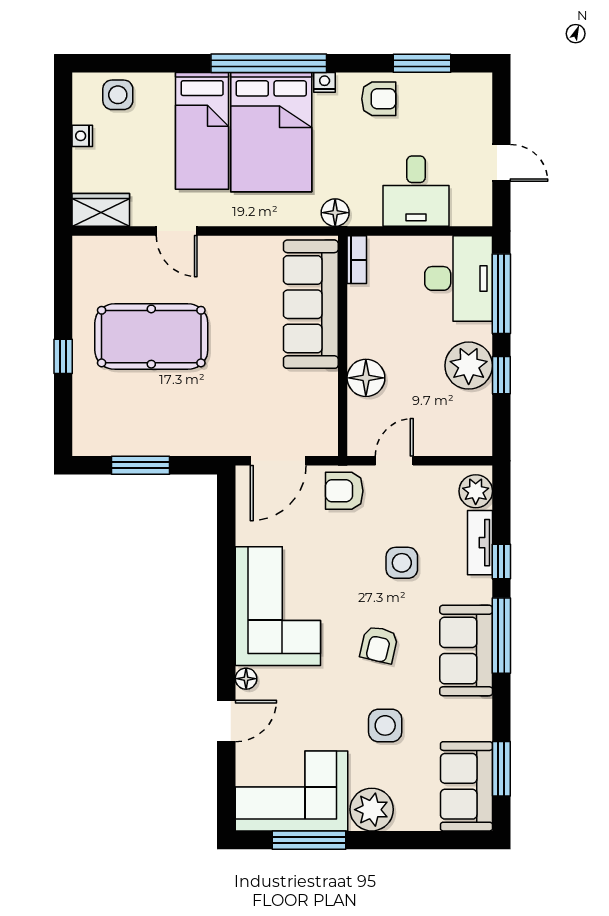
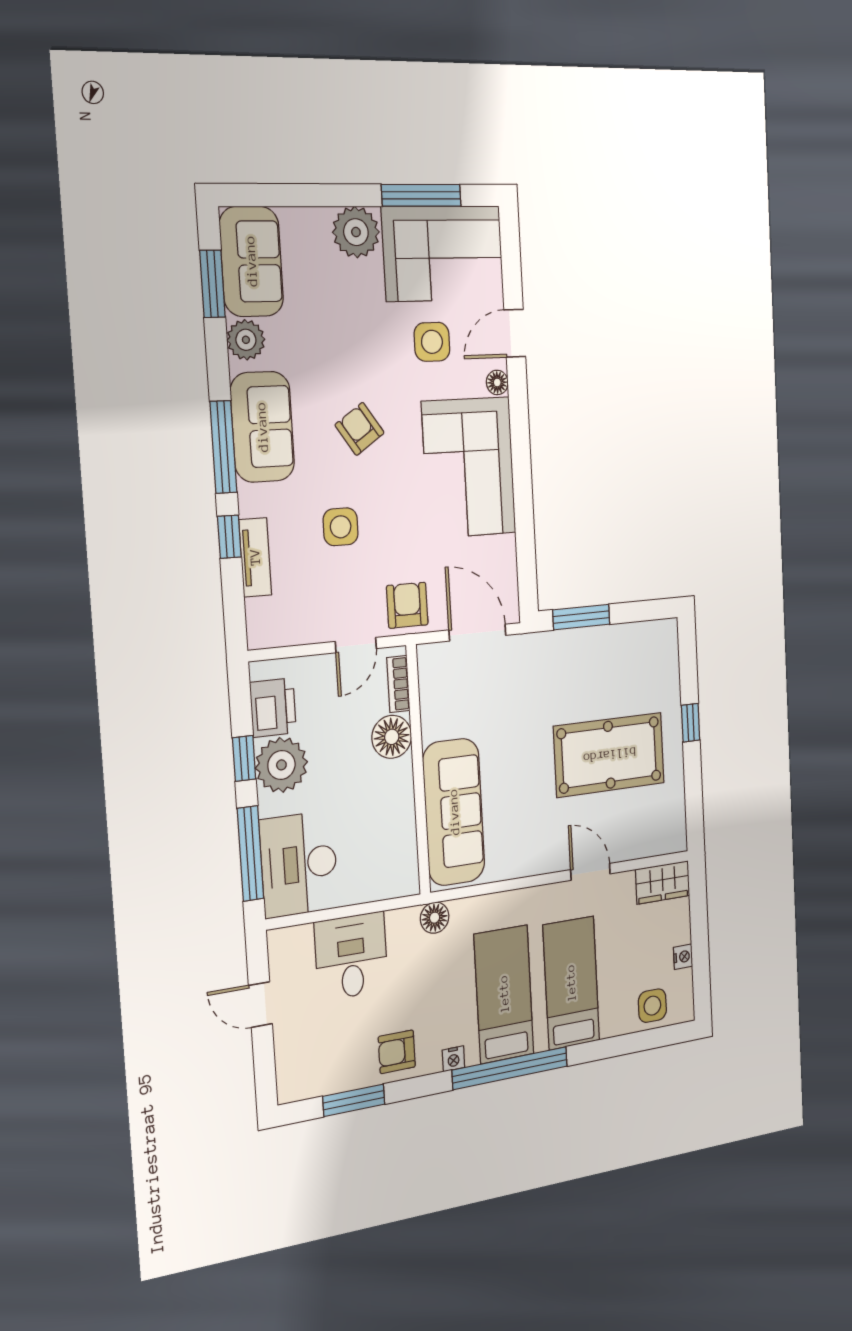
bed: (271, 132) -> (504, 994), width x0.67
bookcase: (357, 260) -> (398, 684), moved
printer: (473, 415) -> (273, 708), added
door: (278, 461) -> (478, 633), hinge flipped
window: (141, 465) -> (581, 617), moved
armchair: (344, 491) -> (407, 605), turned -90
plant: (476, 491) -> (246, 340), moved
armchair: (379, 645) -> (360, 429), turned -47
side table: (385, 725) -> (432, 342), moved

